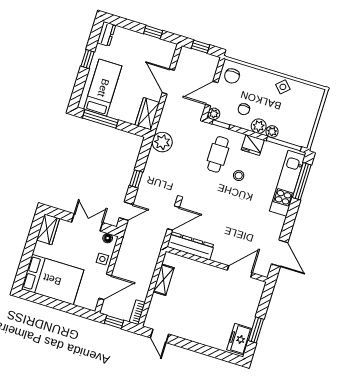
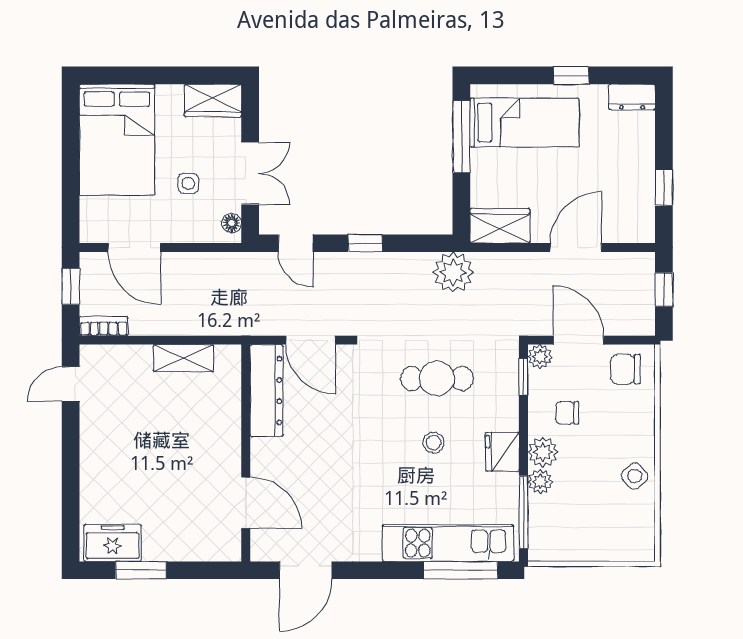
cafe table: (218, 154) -> (437, 378), moved
side table: (102, 259) -> (188, 183), moved

